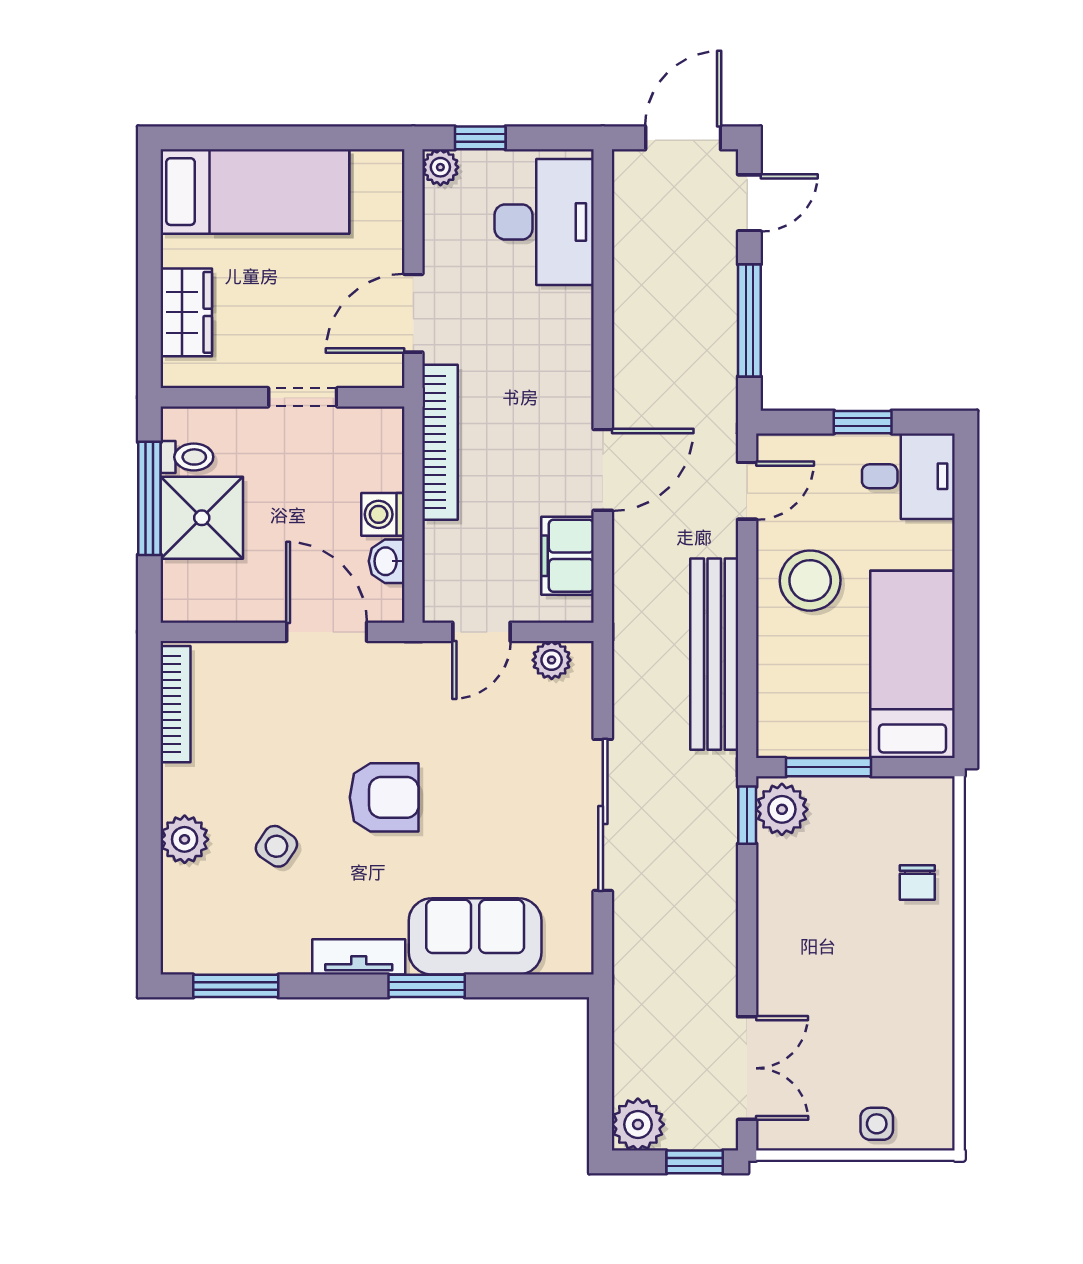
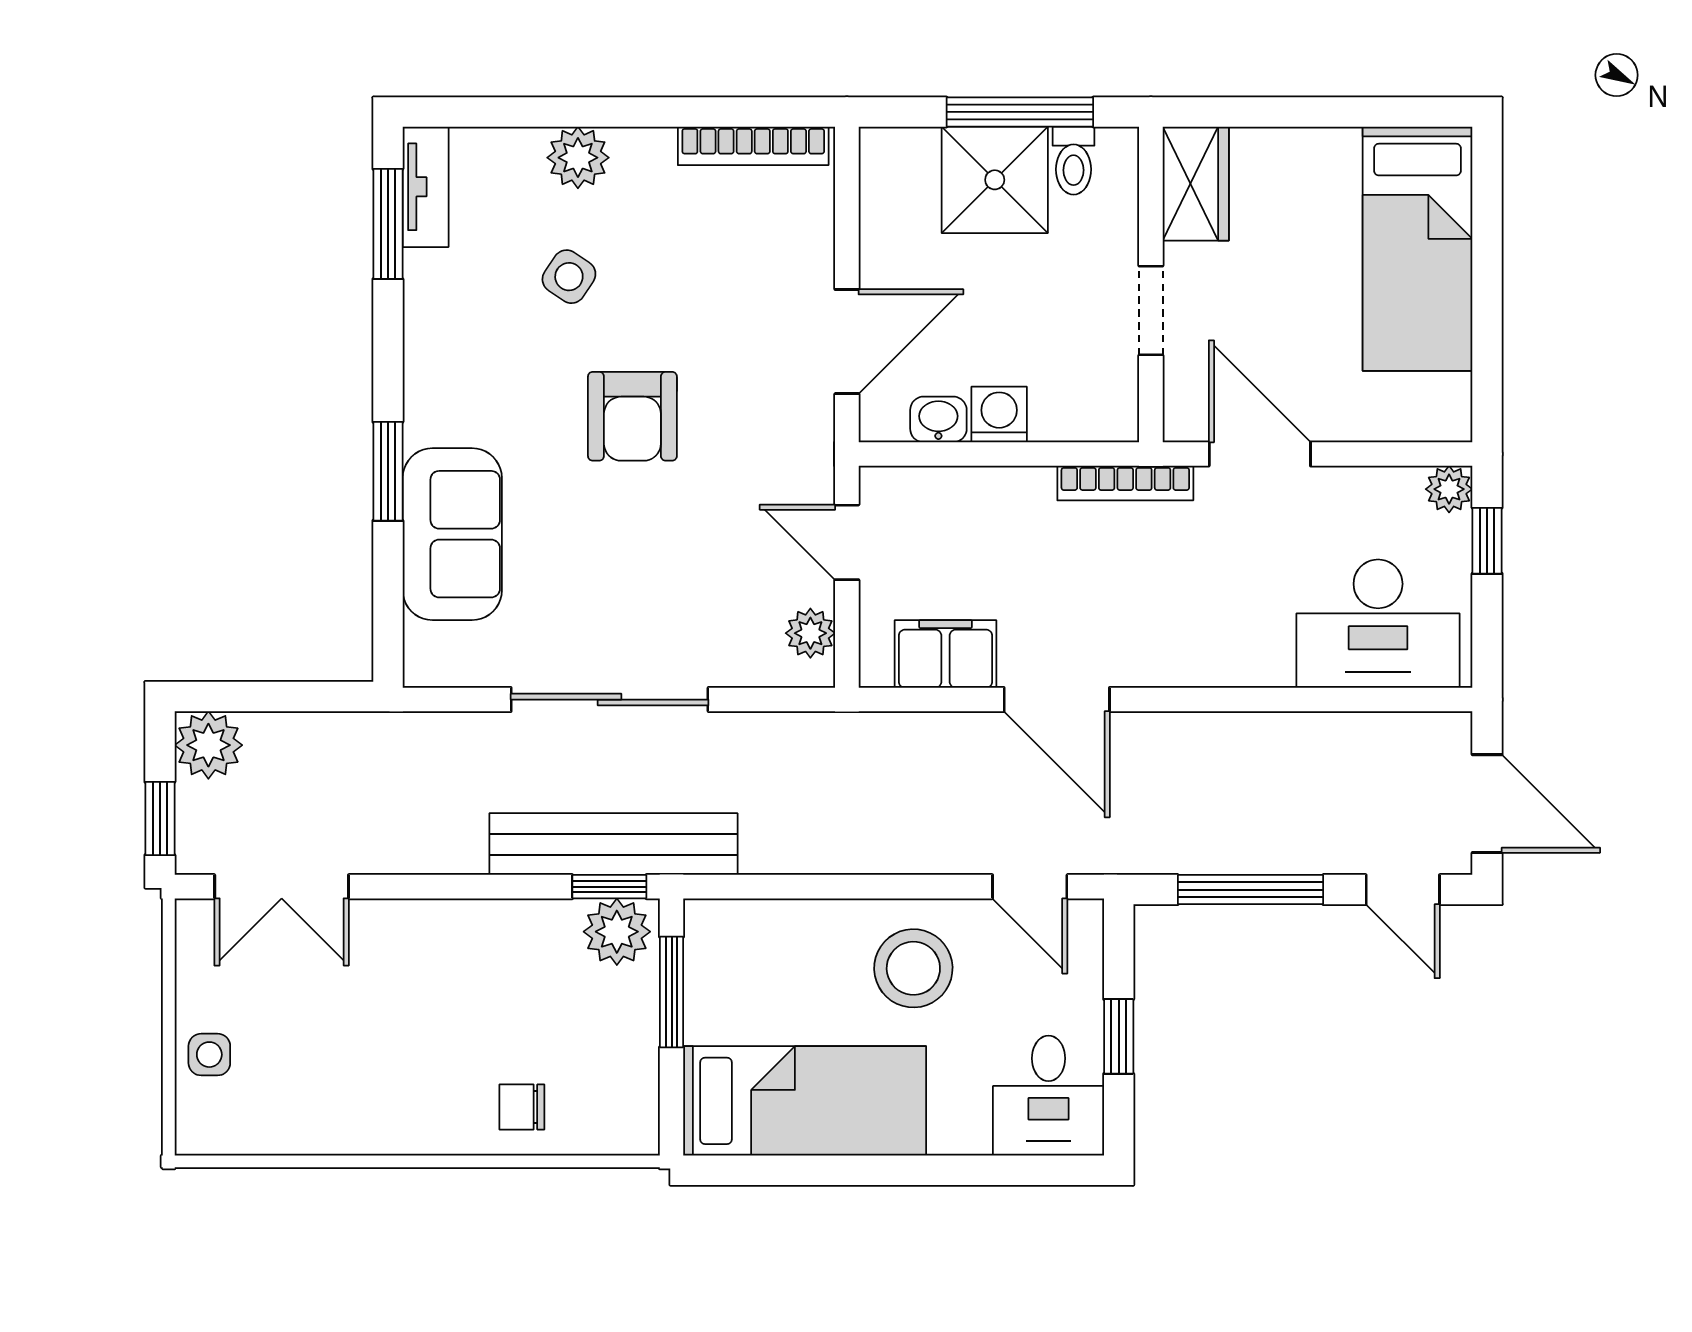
wardrobe: (186, 312) -> (1196, 184), moved, turned -90
bookcase: (440, 442) -> (1125, 483), width x0.68, depth x0.76
bench: (714, 654) -> (613, 844), moved
tv unit: (359, 957) -> (426, 187), moved

